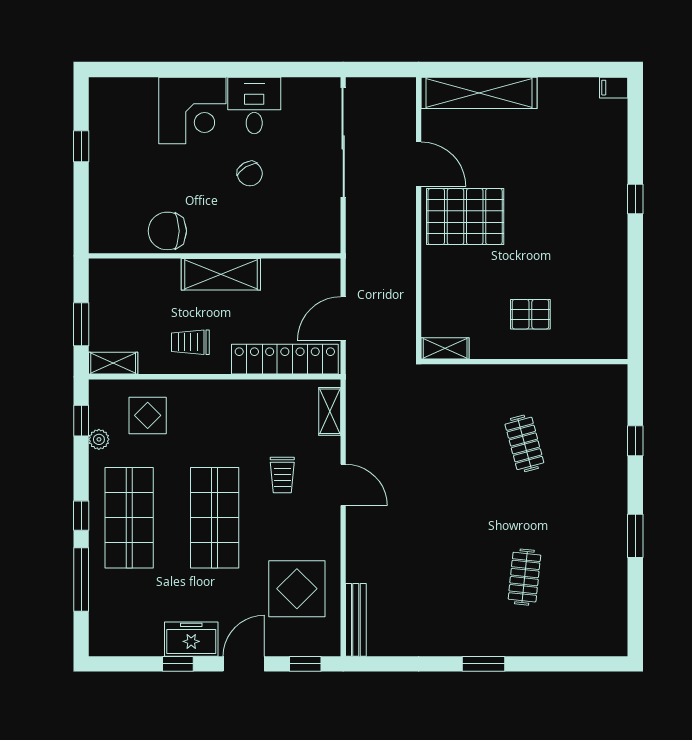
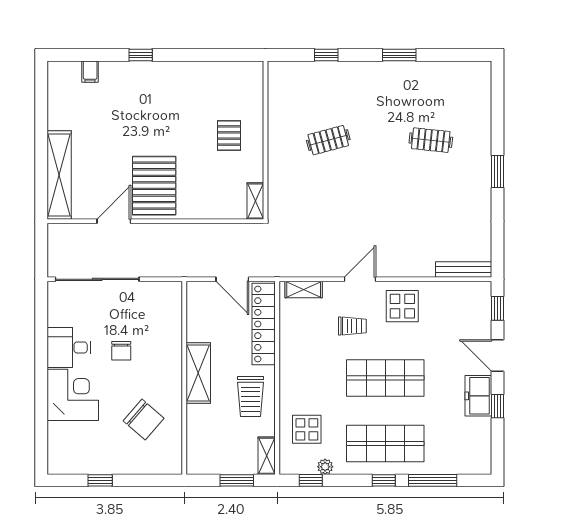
filing cabinet: (614, 88) -> (90, 72), moved
chair: (250, 174) -> (121, 351), turned 121
chair: (167, 231) -> (144, 420), moved, turned -49
trolley: (190, 342) -> (251, 396), width x1.36, depth x1.39
display table: (297, 589) -> (402, 306), moved, width x0.73, depth x0.73

